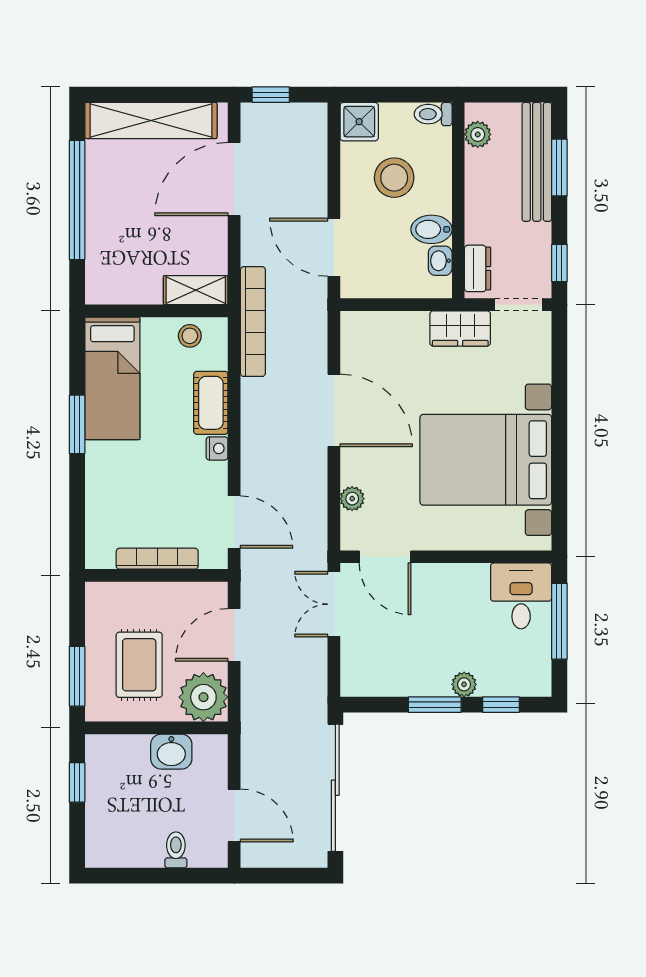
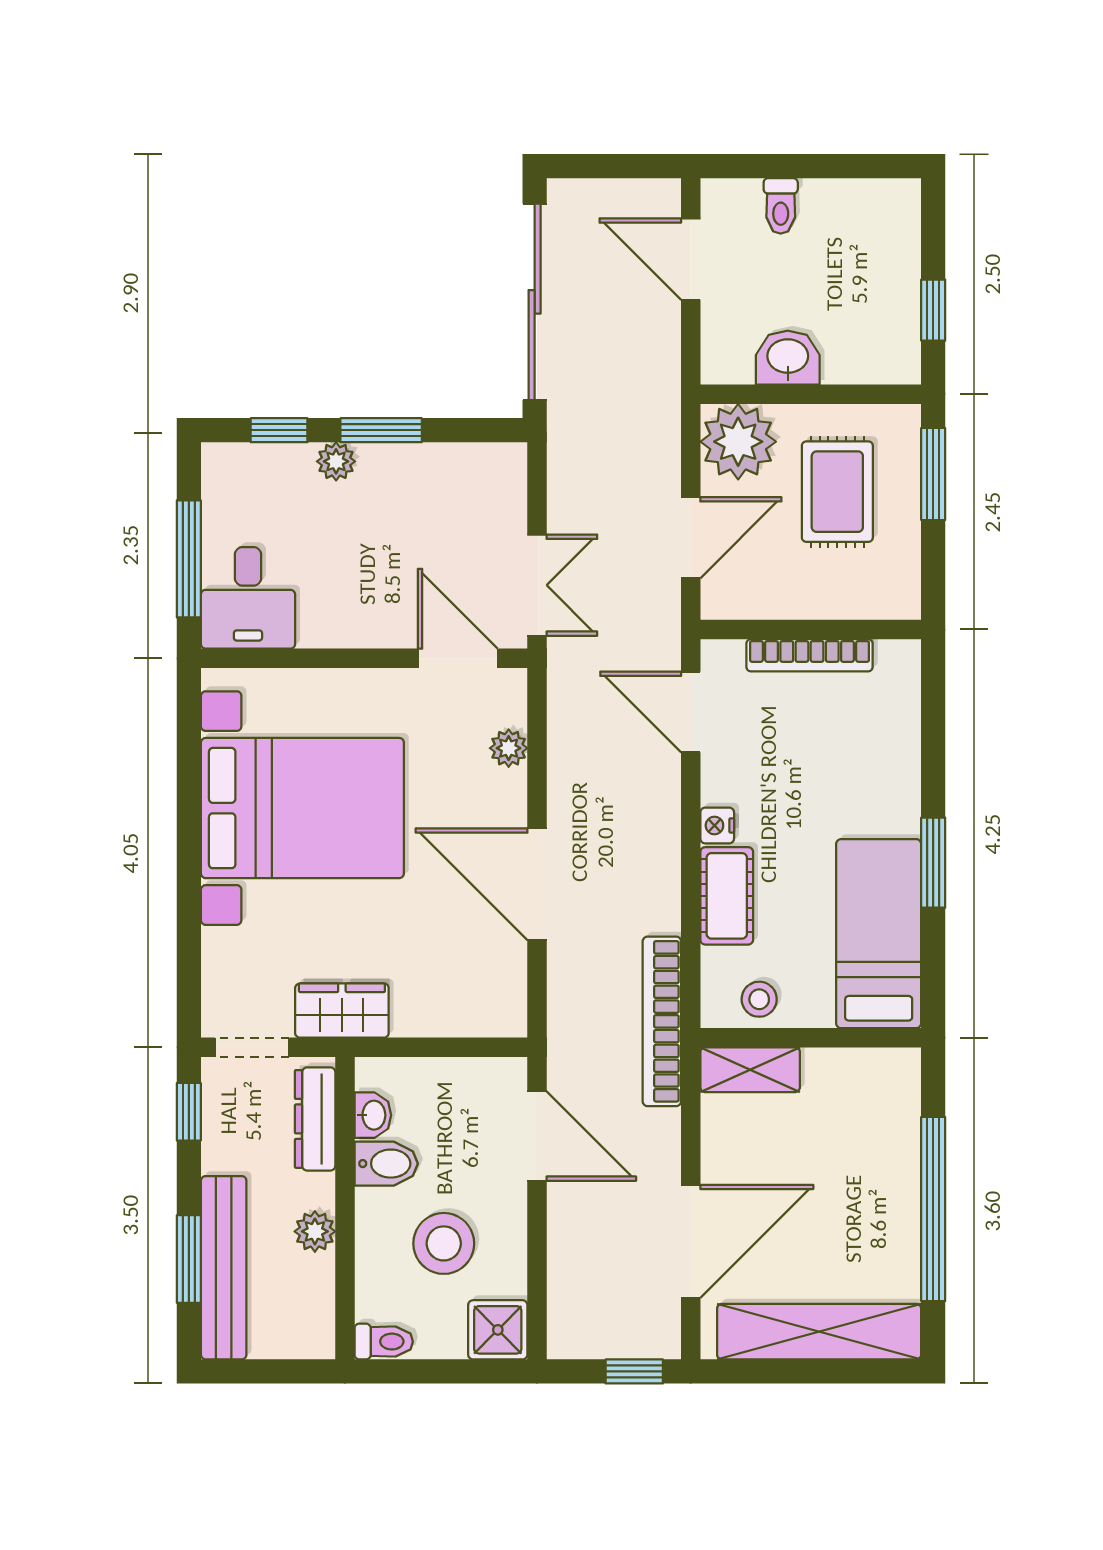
plant: (478, 134) -> (315, 1231), moved
dresser: (478, 268) -> (315, 1119), width x1.44

